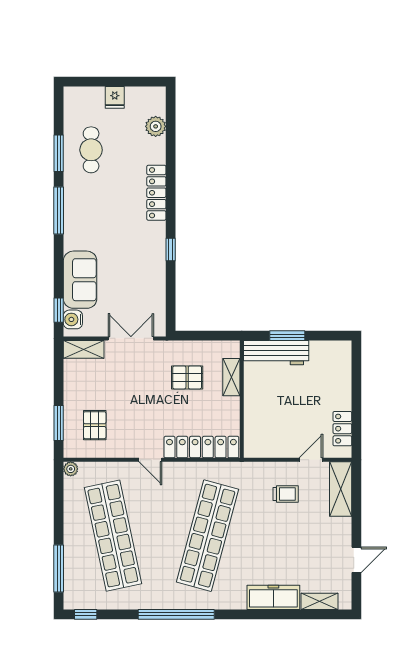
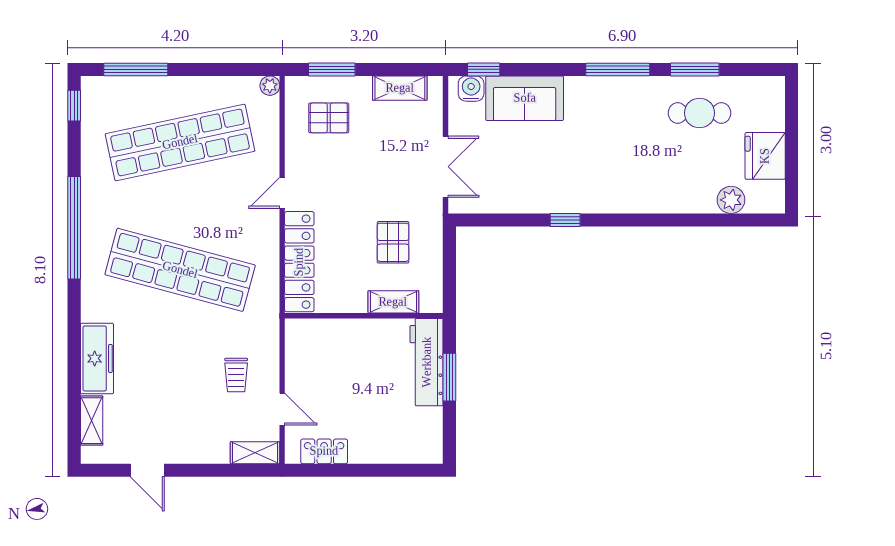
fridge: (115, 97) -> (765, 156), width x1.88, depth x1.34
locker: (156, 193) -> (642, 201), removed
shelving: (84, 349) -> (400, 88), moved, turned 90
shelving: (341, 489) -> (255, 453), width x0.67, depth x0.75

